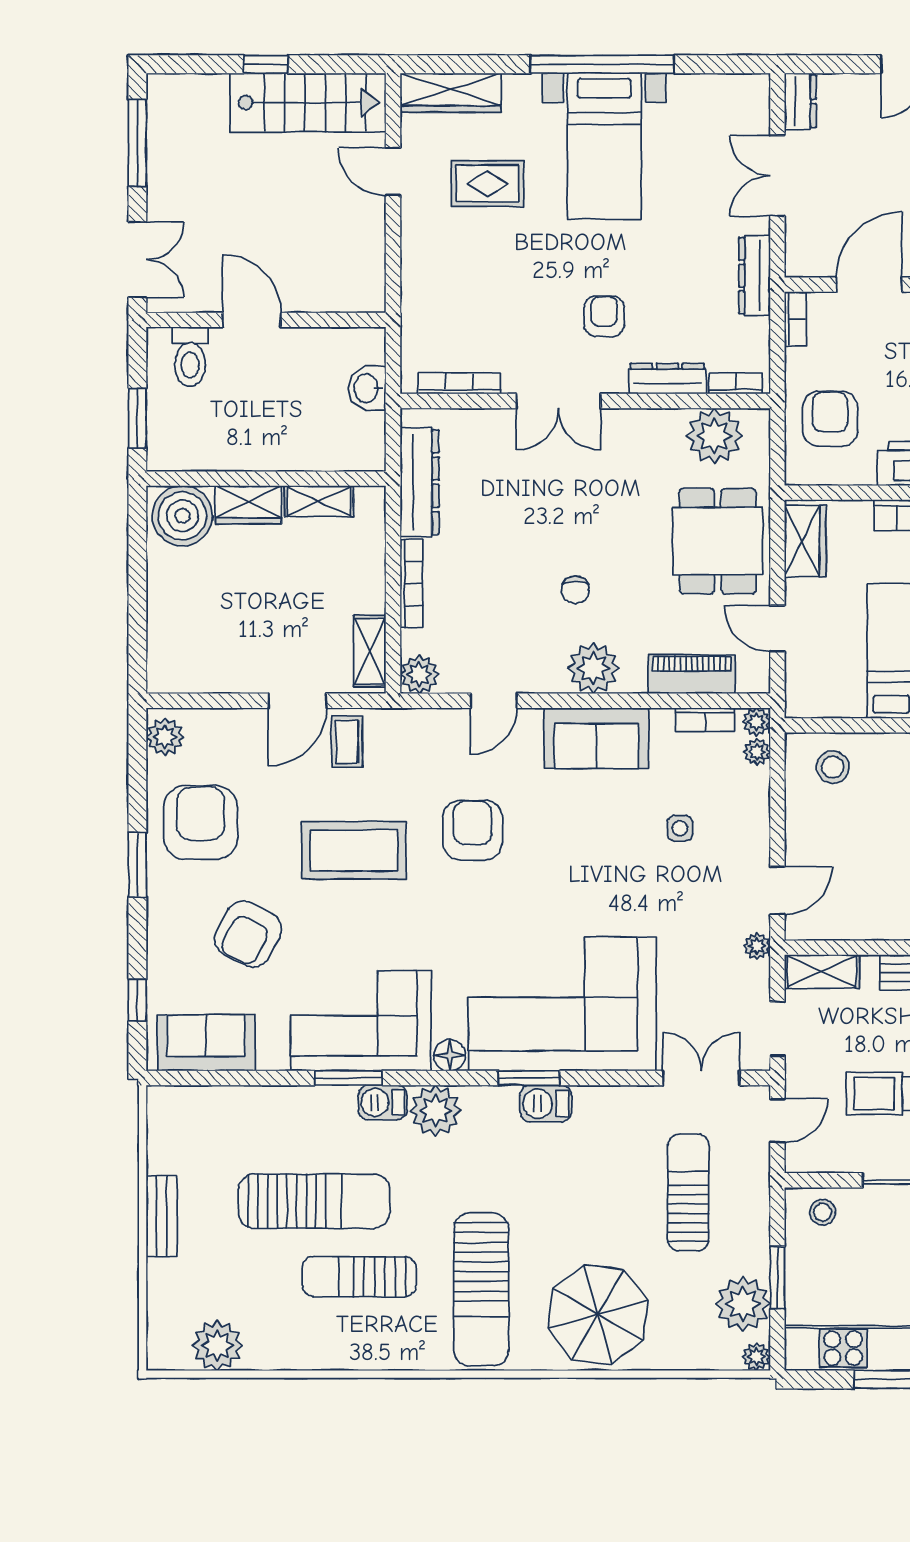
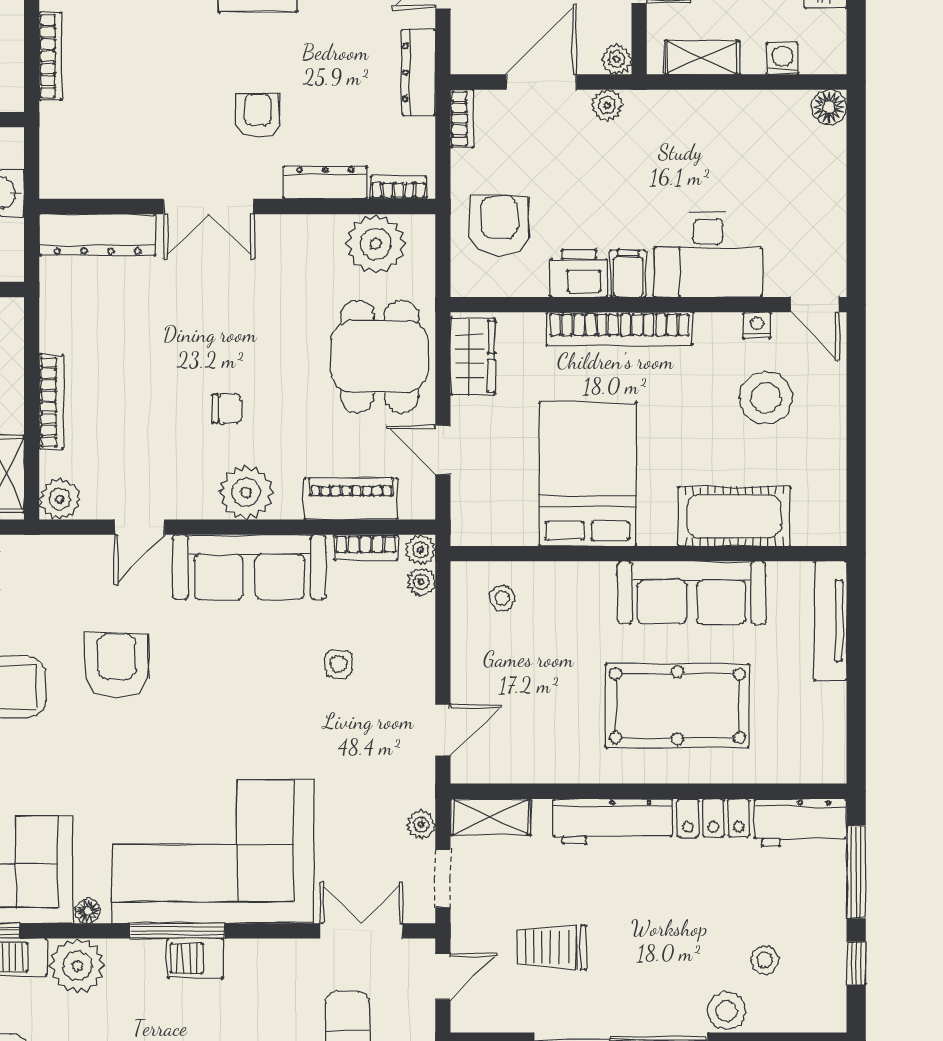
bookcase: (459, 383) -> (51, 56), moved, turned 90
dresser: (419, 482) -> (98, 235), moved, turned 90
chair: (575, 590) -> (227, 409), turned -90
sofa: (596, 738) -> (249, 567), width x1.36
stool: (833, 767) -> (502, 598), width x0.73, depth x0.73
plant: (757, 946) -> (421, 825), moved
floor lamp: (450, 1055) -> (88, 911), width x0.73, depth x0.73
window: (529, 1078) -> (178, 931), width x1.44

